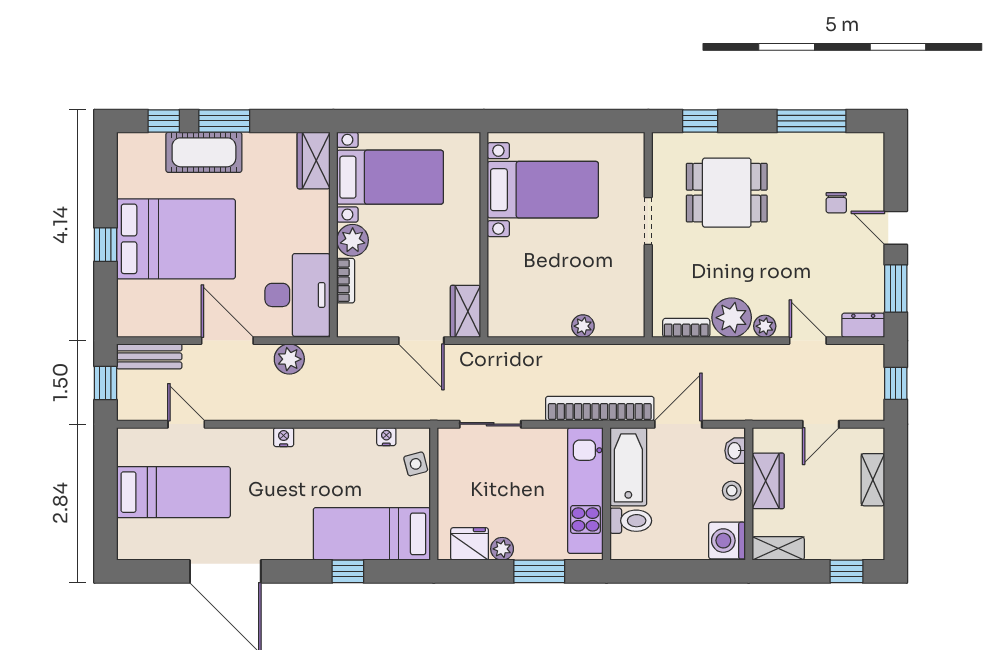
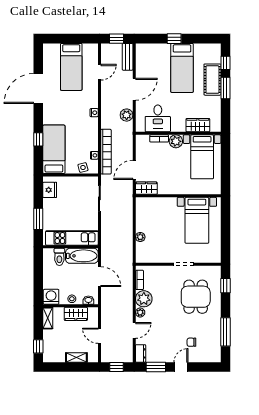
wardrobe: (314, 160) -> (198, 125), moved
bed: (176, 239) -> (182, 68), width x0.67
desk: (298, 295) -> (158, 118), width x0.73
bookcase: (600, 409) -> (106, 152), moved
plant: (502, 549) -> (48, 203), removed

